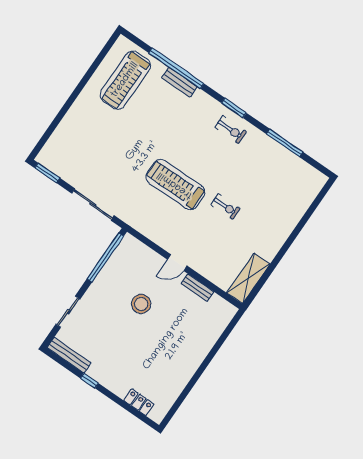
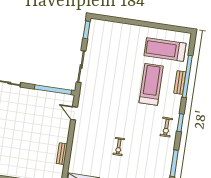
treadmill: (175, 185) -> (151, 84), moved
door: (177, 263) -> (74, 113), moved
stool: (141, 304) -> (36, 125), removed

